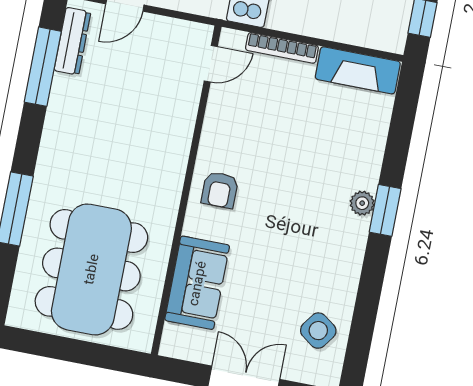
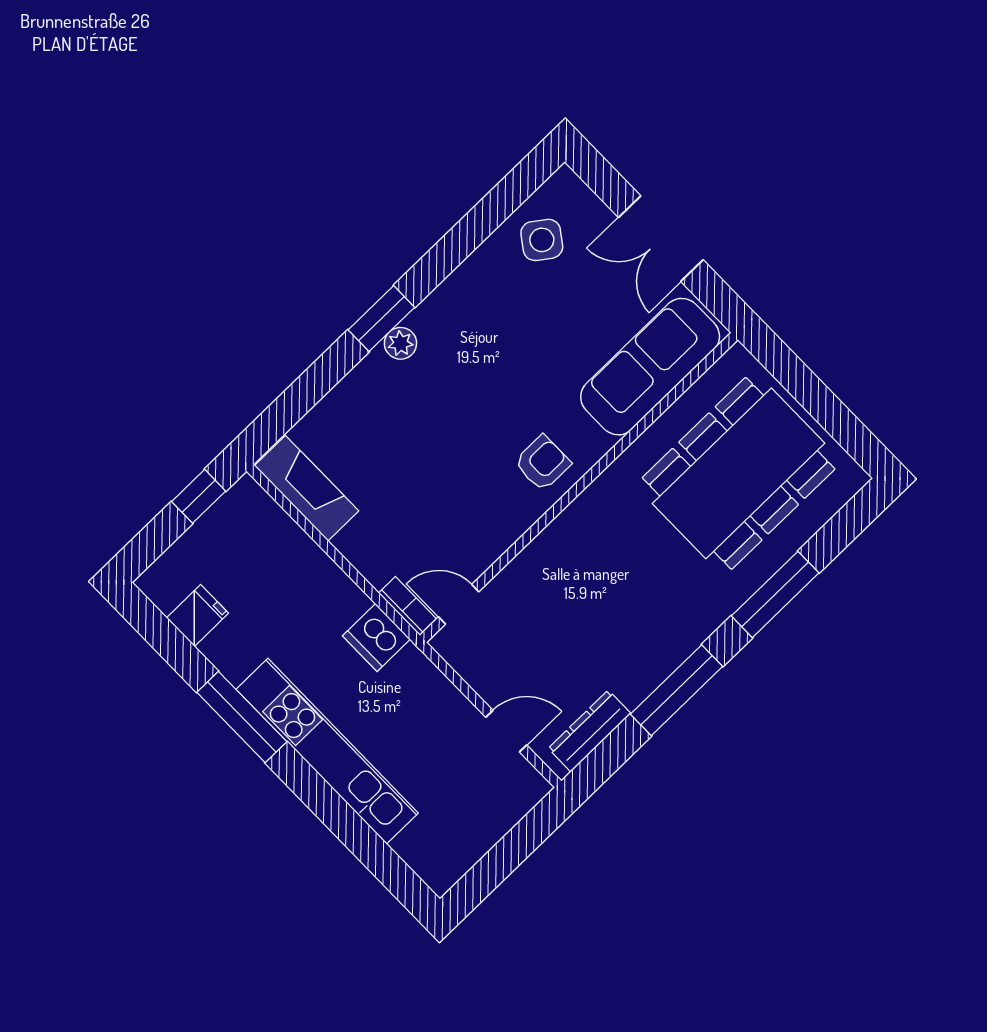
bookcase: (282, 48) -> (408, 606), moved, width x0.64
window: (43, 67) -> (677, 690), moved
sofa: (197, 283) -> (650, 367), width x1.36

